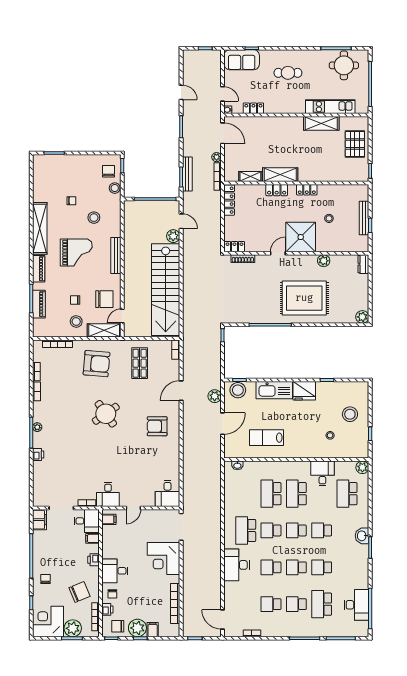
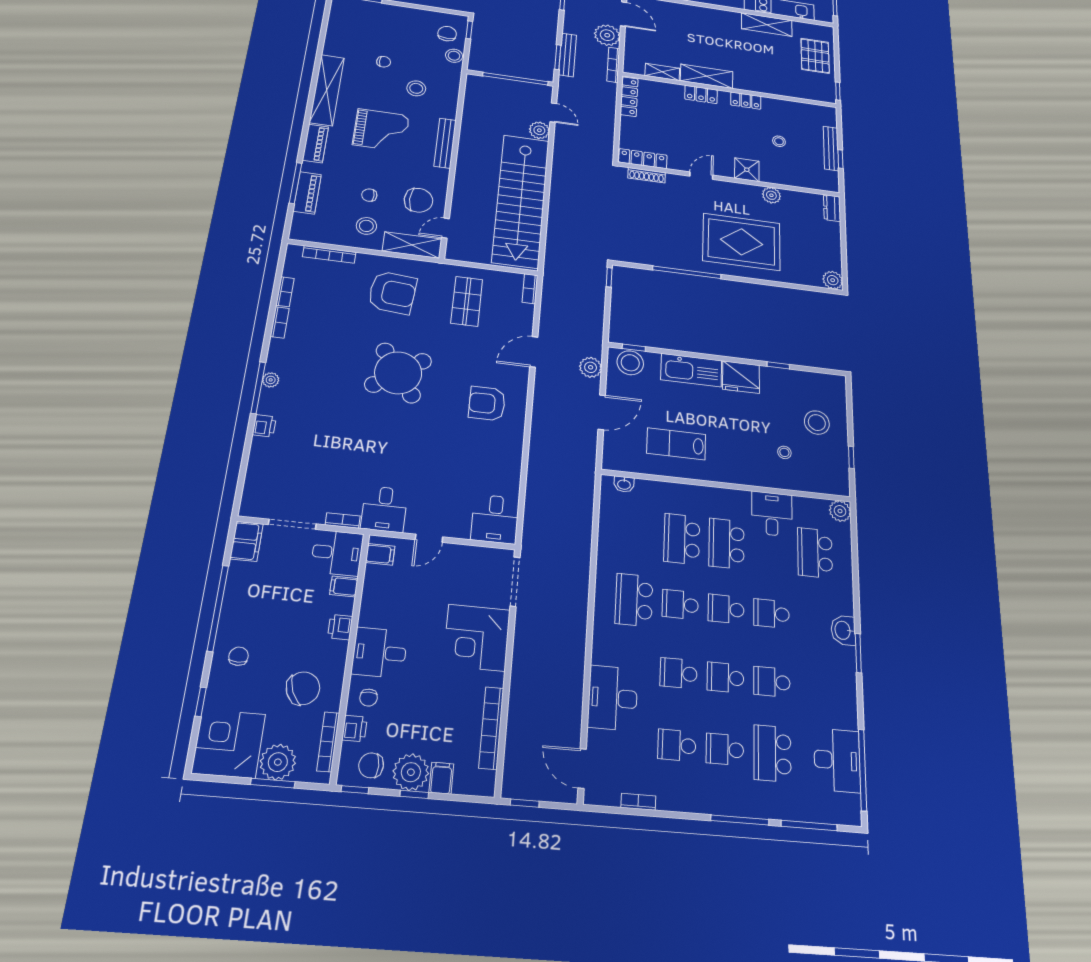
plant: (217, 157) -> (607, 35), width x1.87, depth x1.87
shower: (301, 237) -> (747, 170), width x0.54, depth x0.54
locker: (234, 247) -> (643, 159), width x1.53
round table: (106, 414) -> (398, 373), width x1.36, depth x1.36
desk: (237, 565) -> (613, 698), moved

